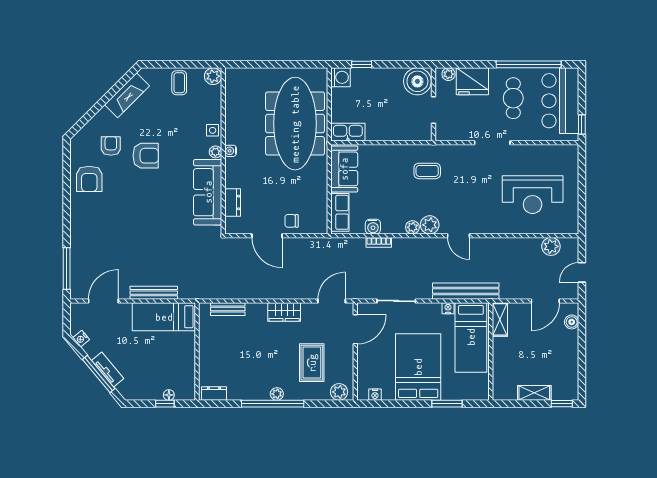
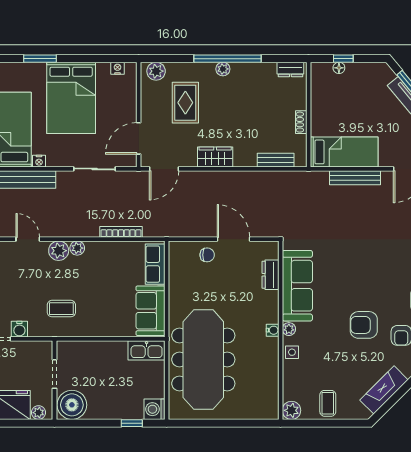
water cooler: (373, 227) -> (19, 329), moved, turned 180
bookcase: (379, 242) -> (121, 232), width x1.56
shoe rack: (204, 344) -> (301, 122), added

